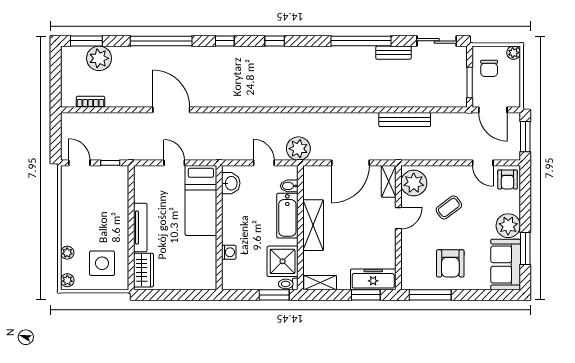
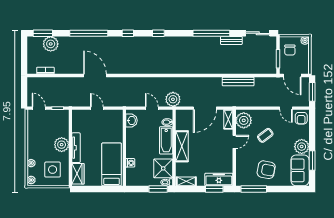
bed: (201, 200) -> (112, 164), moved, turned 180
plant: (117, 223) -> (62, 145), added
armchair: (450, 263) -> (266, 170), turned -79

